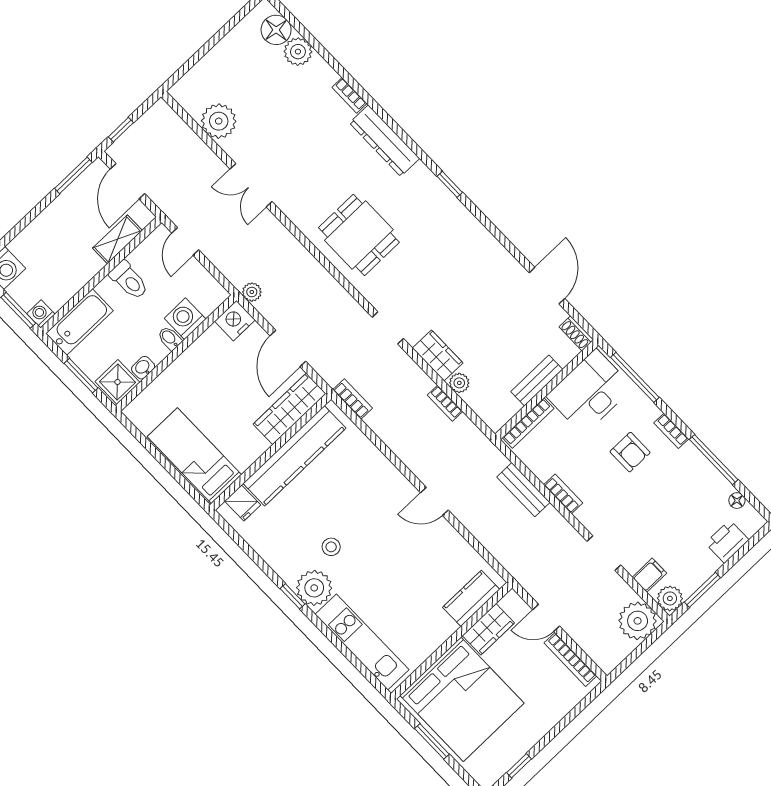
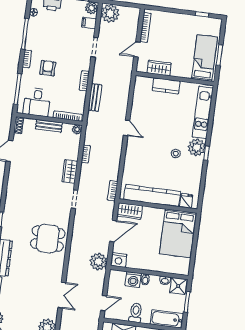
dining table: (359, 235) -> (48, 239), turned 90
plant: (252, 292) -> (98, 262), width x1.88, depth x1.88
plant: (459, 383) -> (77, 129), moved
desk: (590, 392) -> (37, 102), width x0.73
wardrobe: (290, 409) -> (130, 211), width x0.67
bed: (194, 456) -> (178, 233), width x1.50
kitchen counter: (471, 598) -> (166, 86), moved
door: (546, 618) -> (137, 49), swing flipped
bed: (462, 699) -> (204, 58), width x0.49

